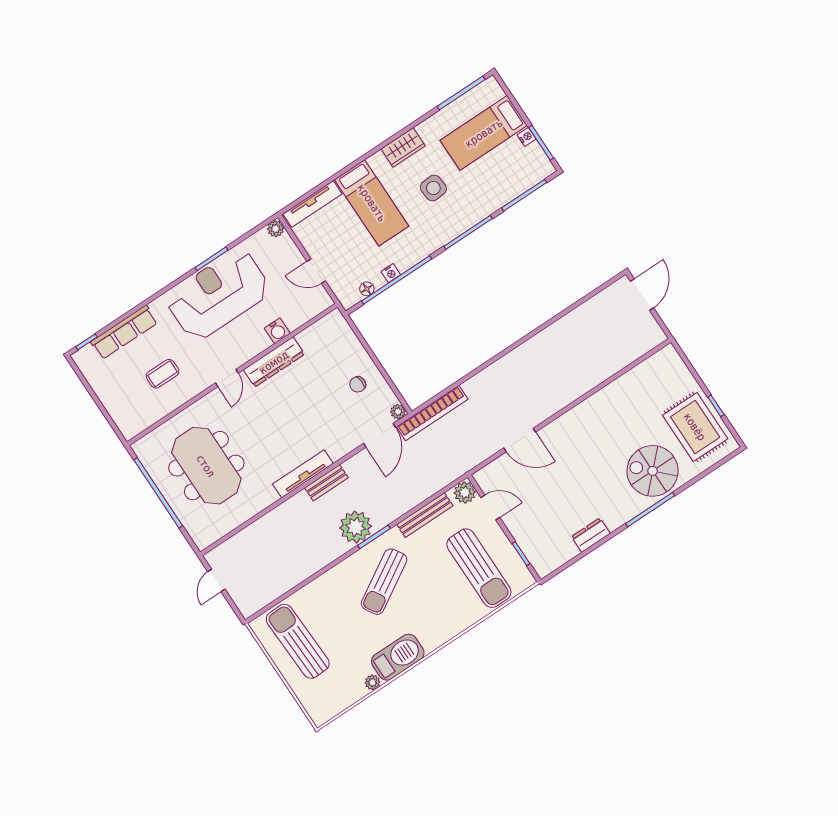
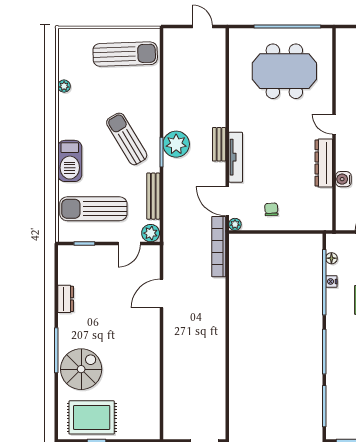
tv unit: (303, 474) -> (236, 157), moved
barbecue: (398, 657) -> (70, 161), moved

